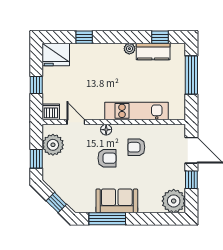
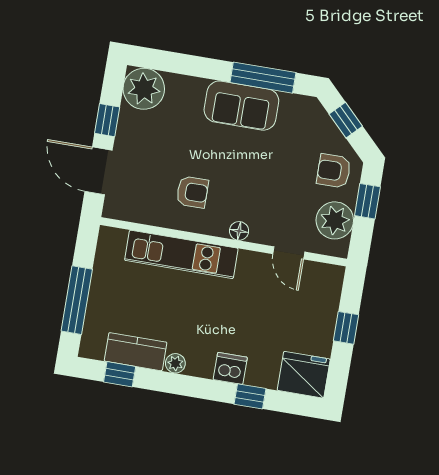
dishwasher: (51, 112) -> (230, 368), moved, turned 180
armchair: (107, 158) -> (334, 171), moved

